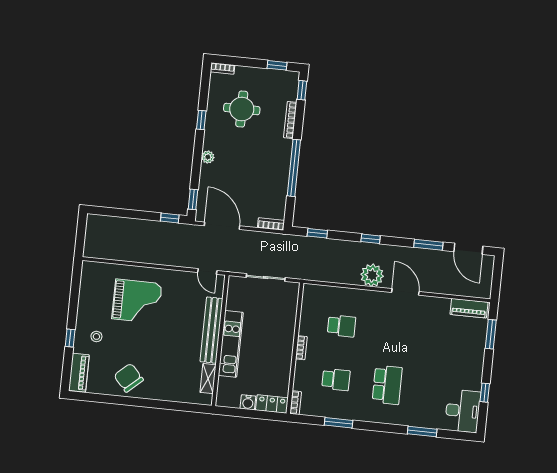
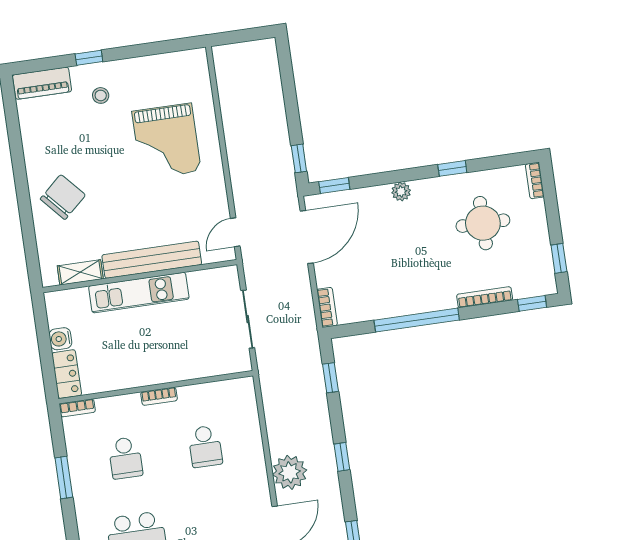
chair: (129, 378) -> (63, 197), moved

